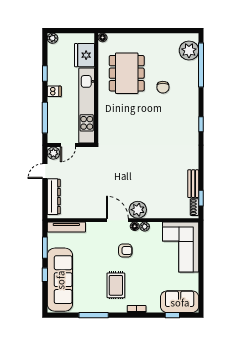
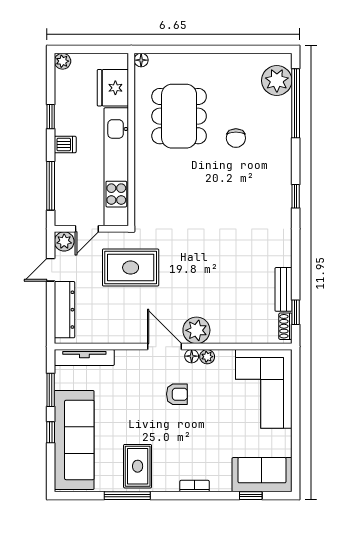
rug: (96, 170) -> (131, 268), added
rug: (116, 285) -> (138, 466), moved

